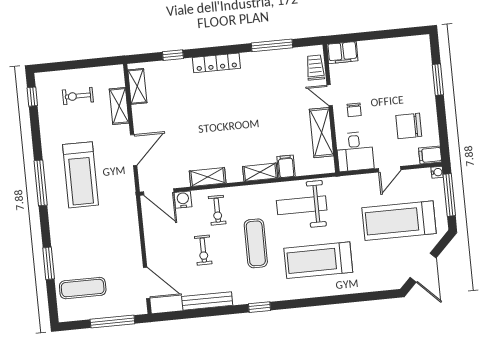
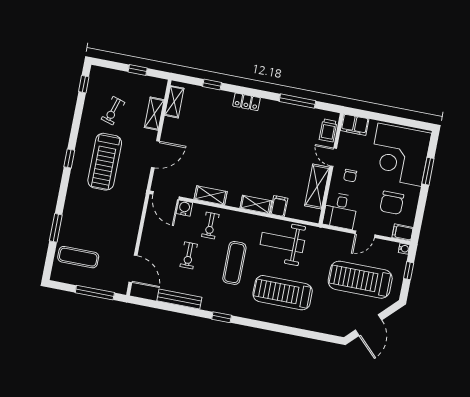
window: (87, 63) -> (138, 70), added
locker: (216, 63) -> (246, 102), width x0.66
trolley: (315, 68) -> (328, 130), turned 180
corner desk: (402, 71) -> (400, 155), added
exercise bike: (78, 96) -> (113, 111), moved, turned -73
chair: (409, 126) -> (392, 203), turned -90
window: (41, 183) -> (69, 159), width x0.46
window: (449, 195) -> (409, 271), width x0.46

